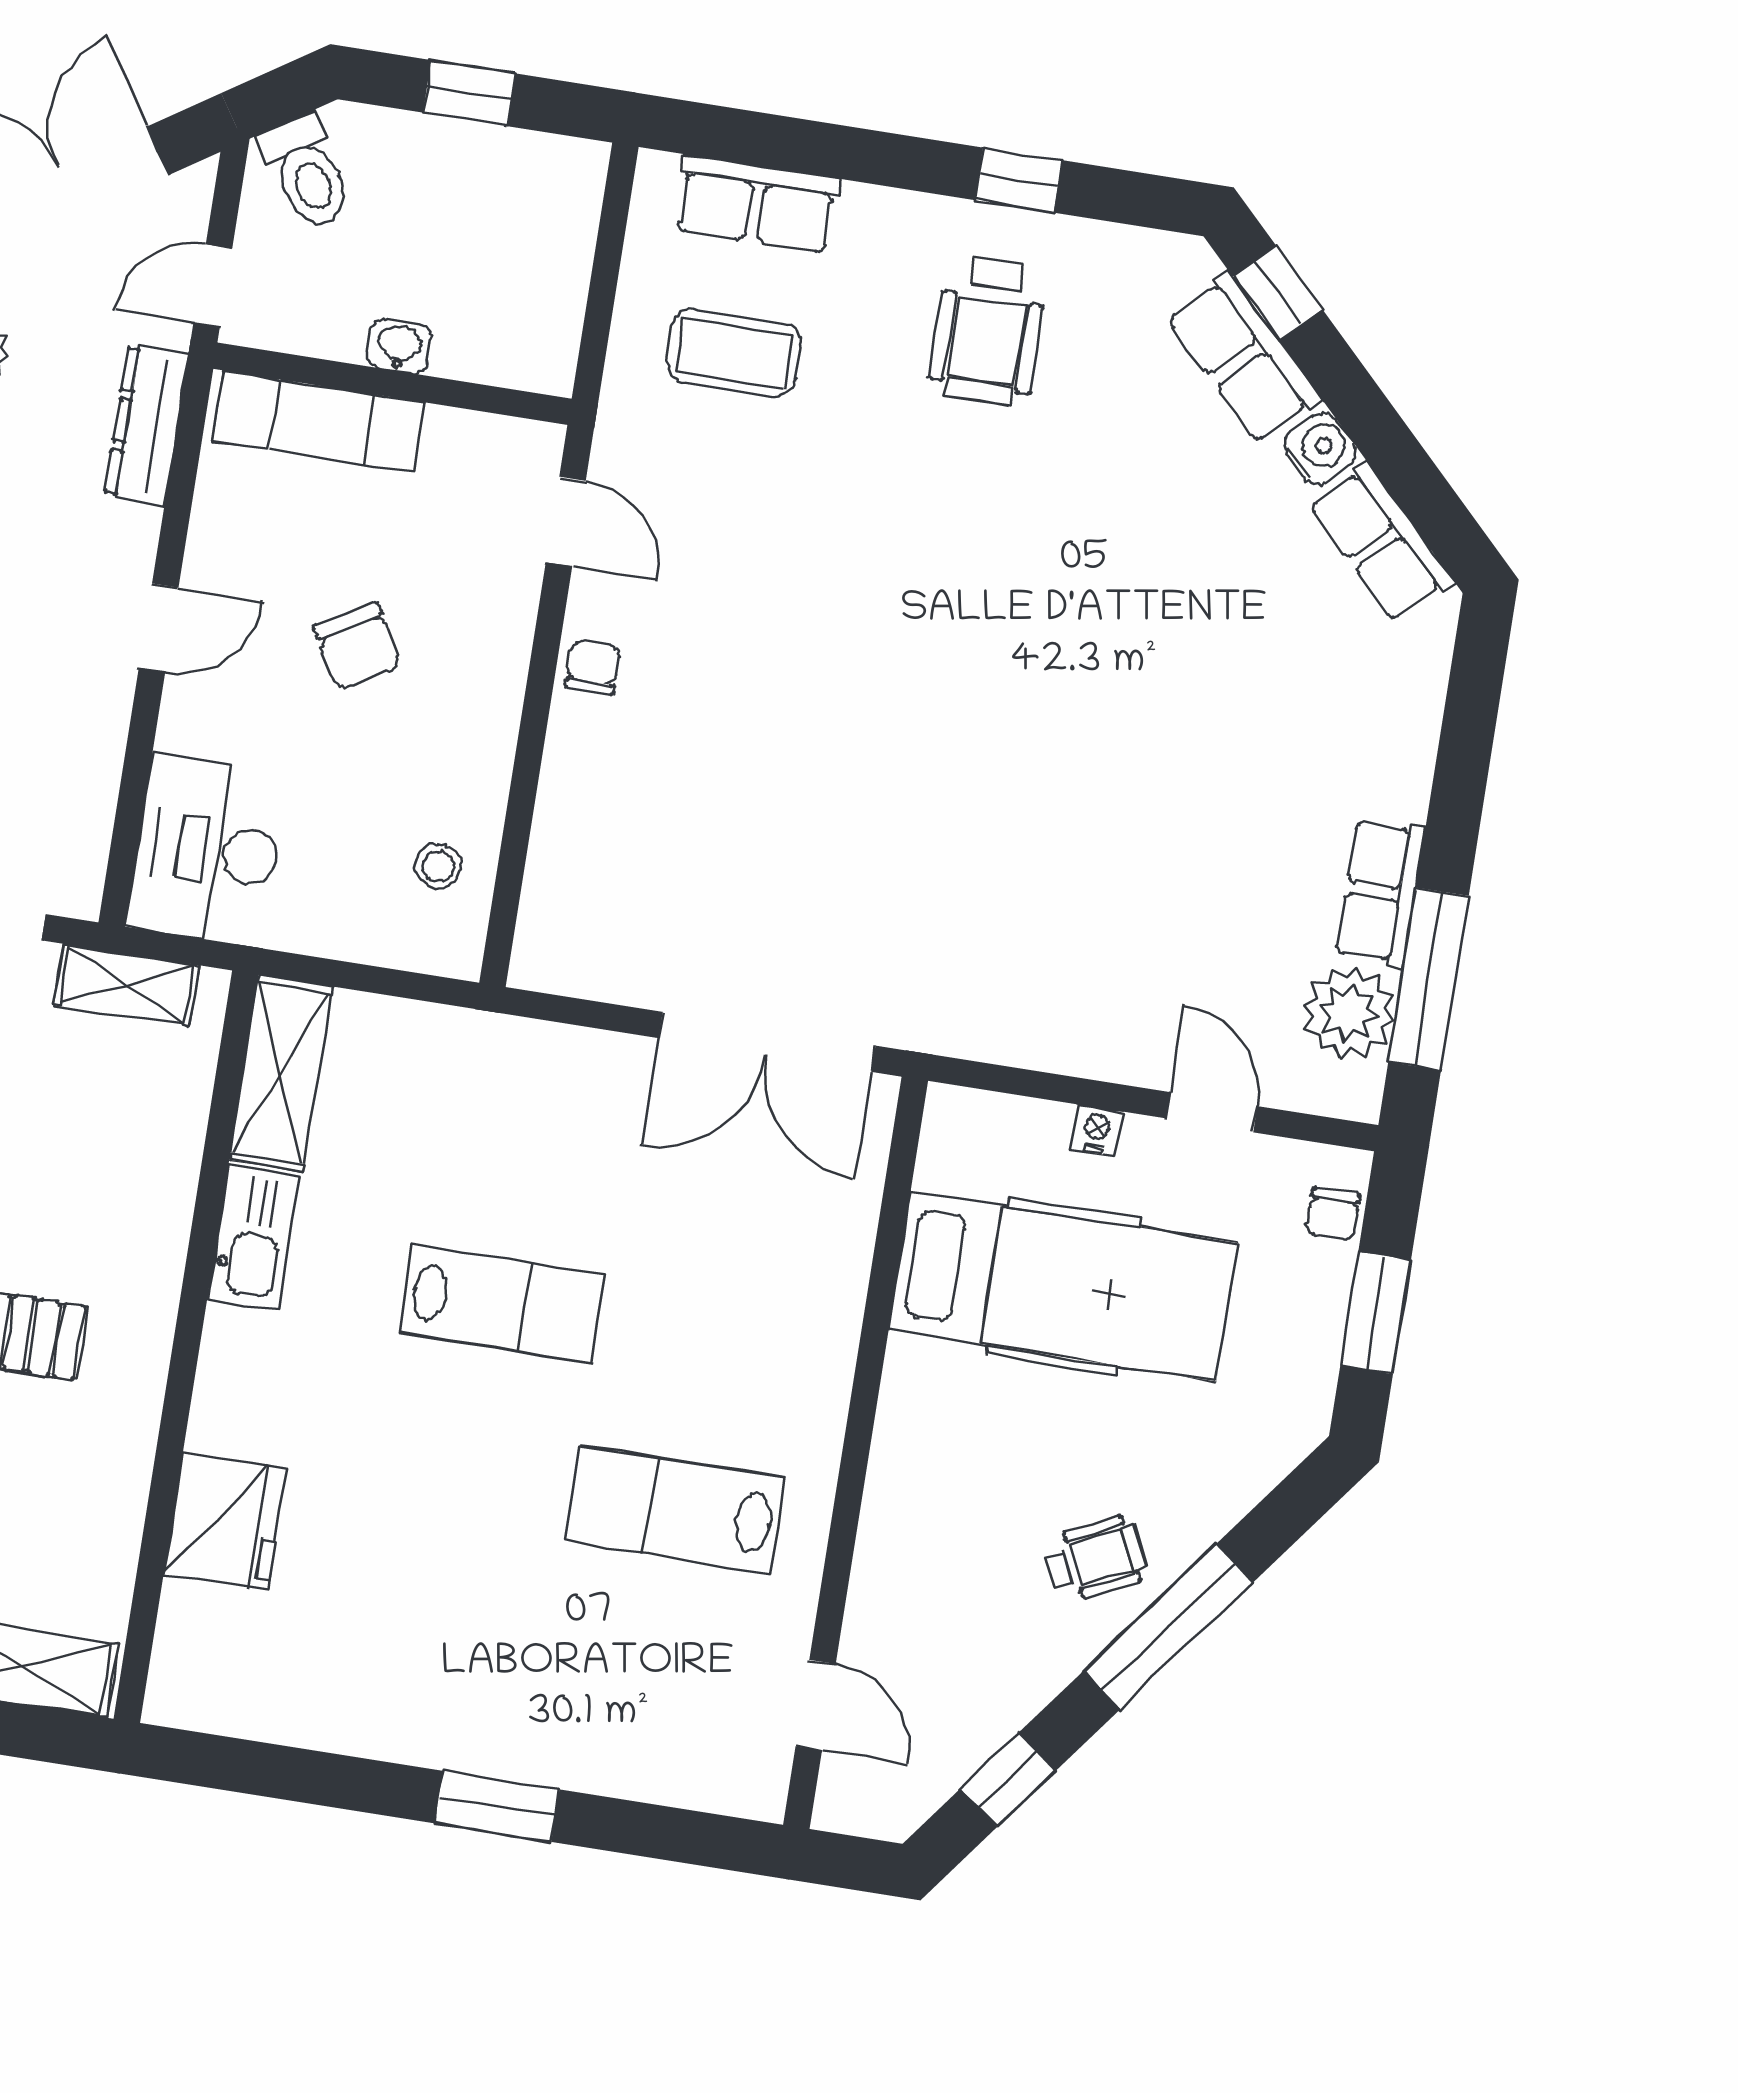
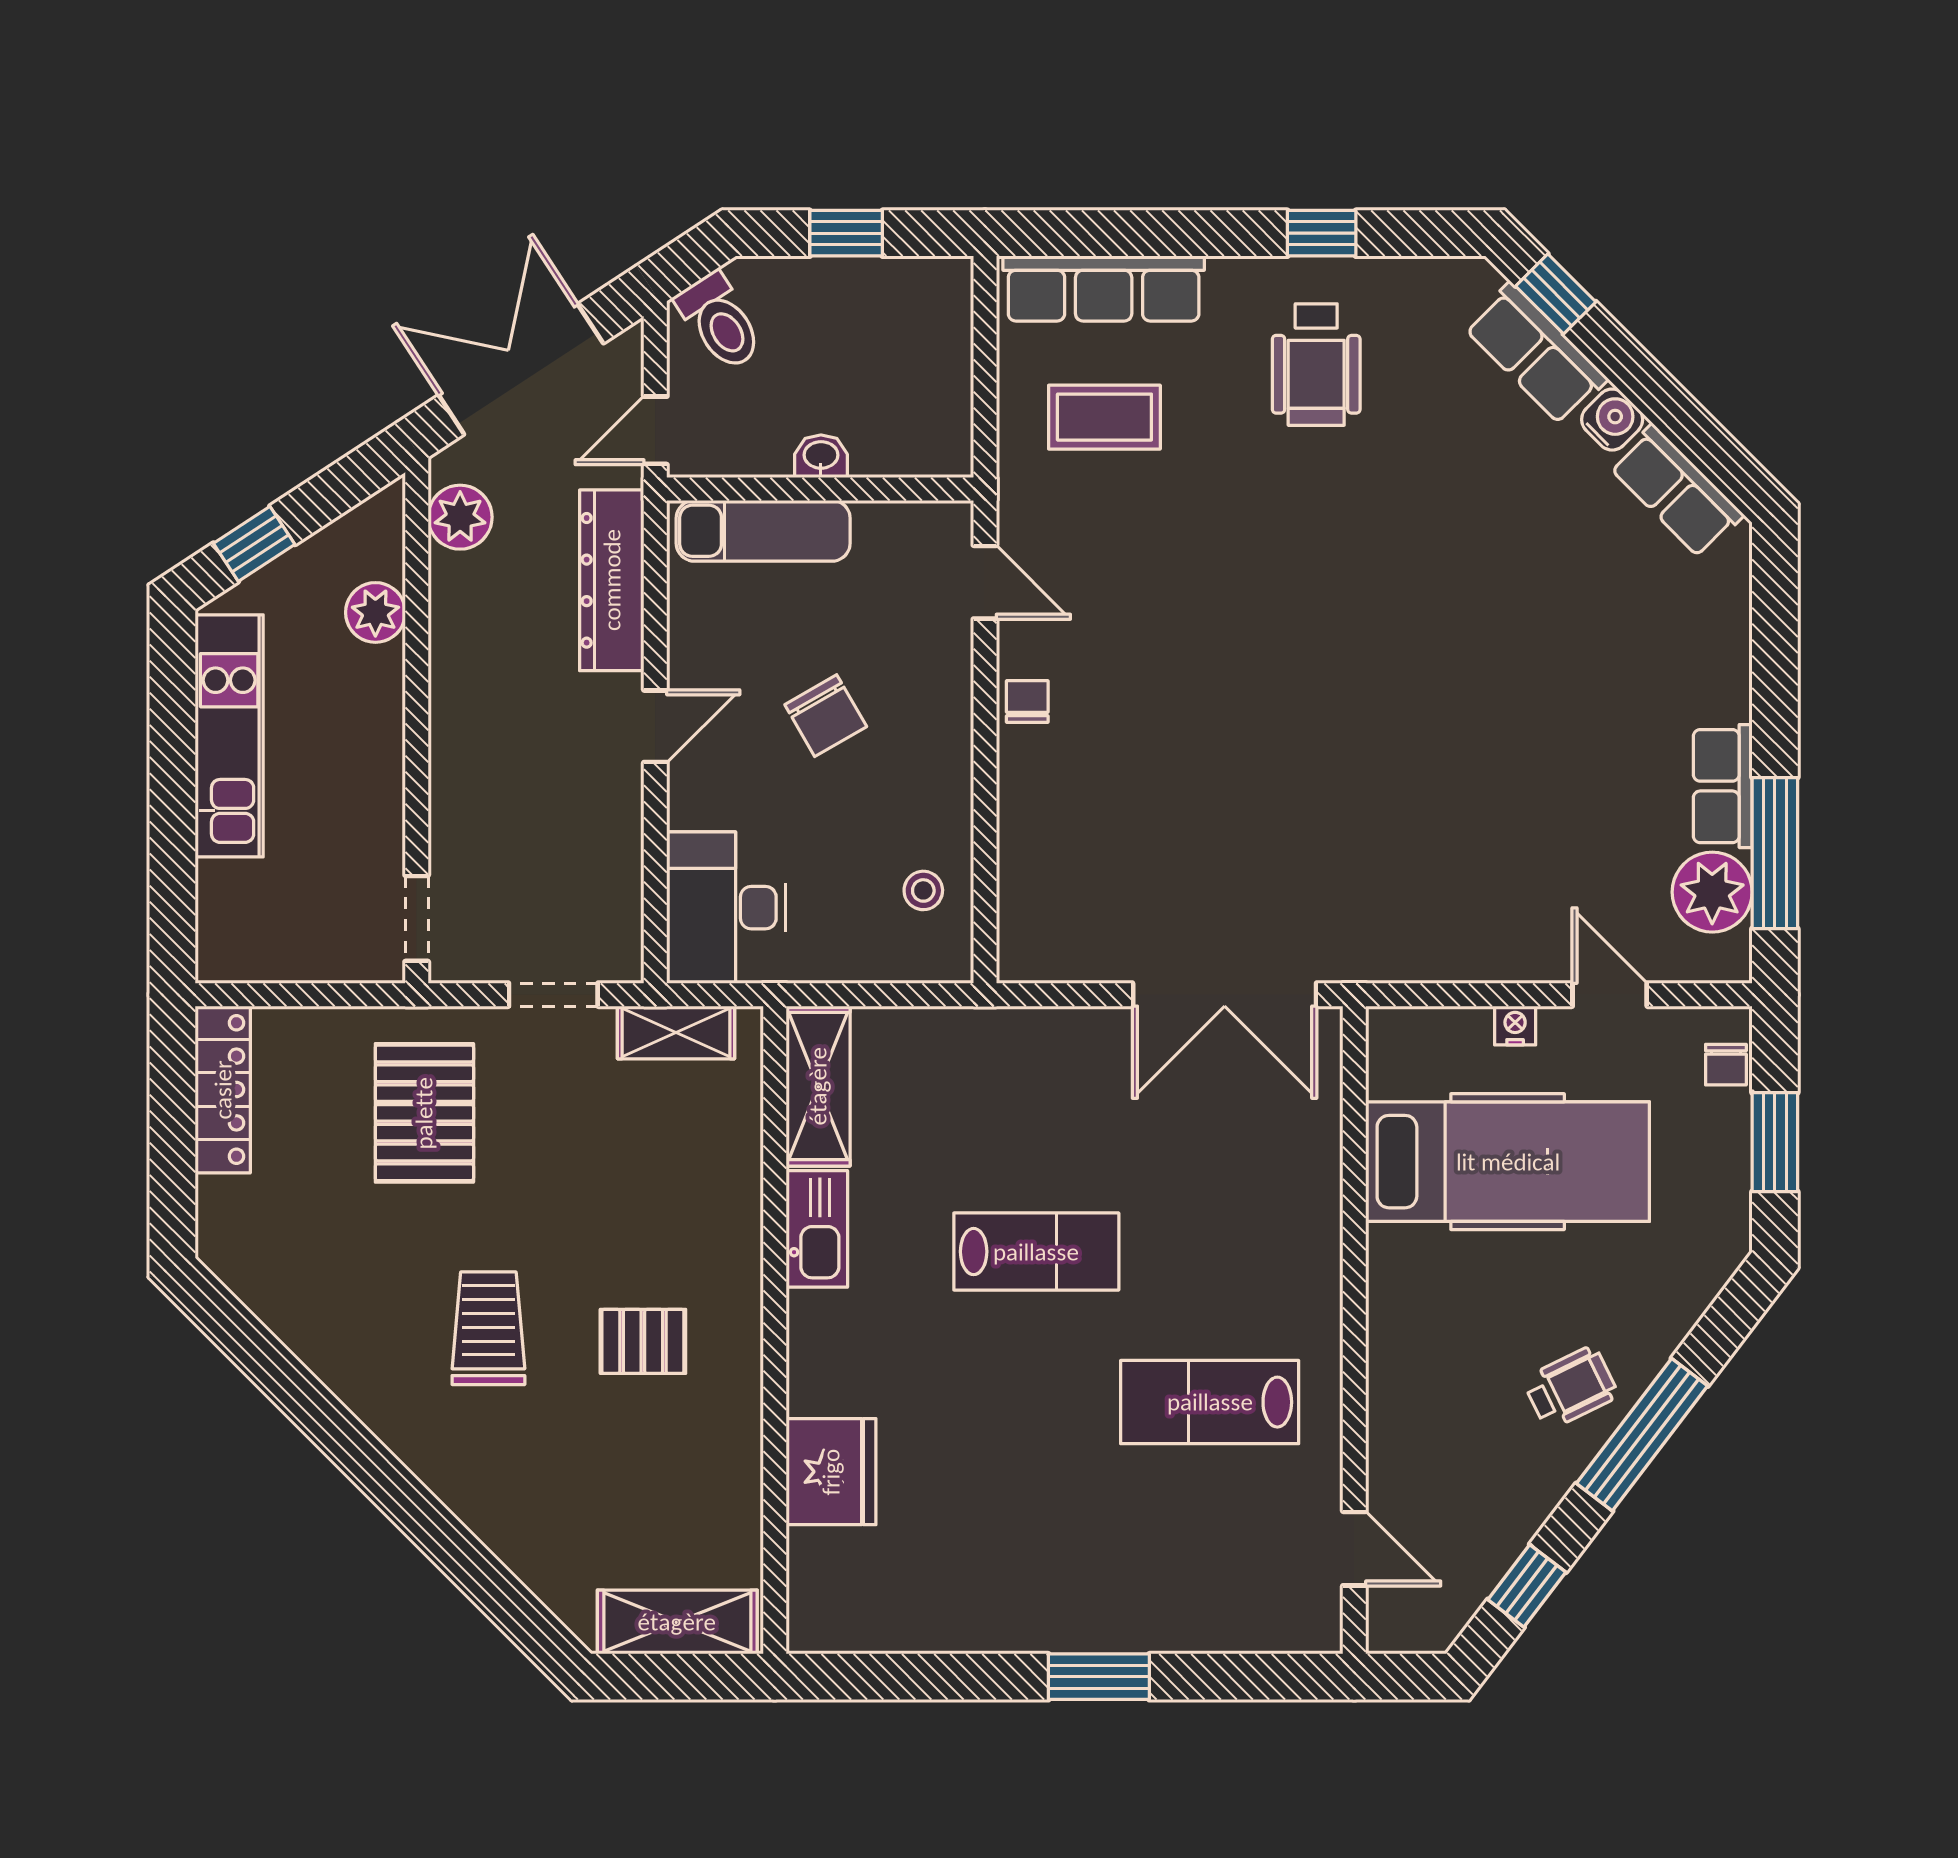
row of seats: (756, 204) -> (1104, 288), width x1.48
dresser: (147, 424) -> (612, 580), width x1.37, depth x1.24

